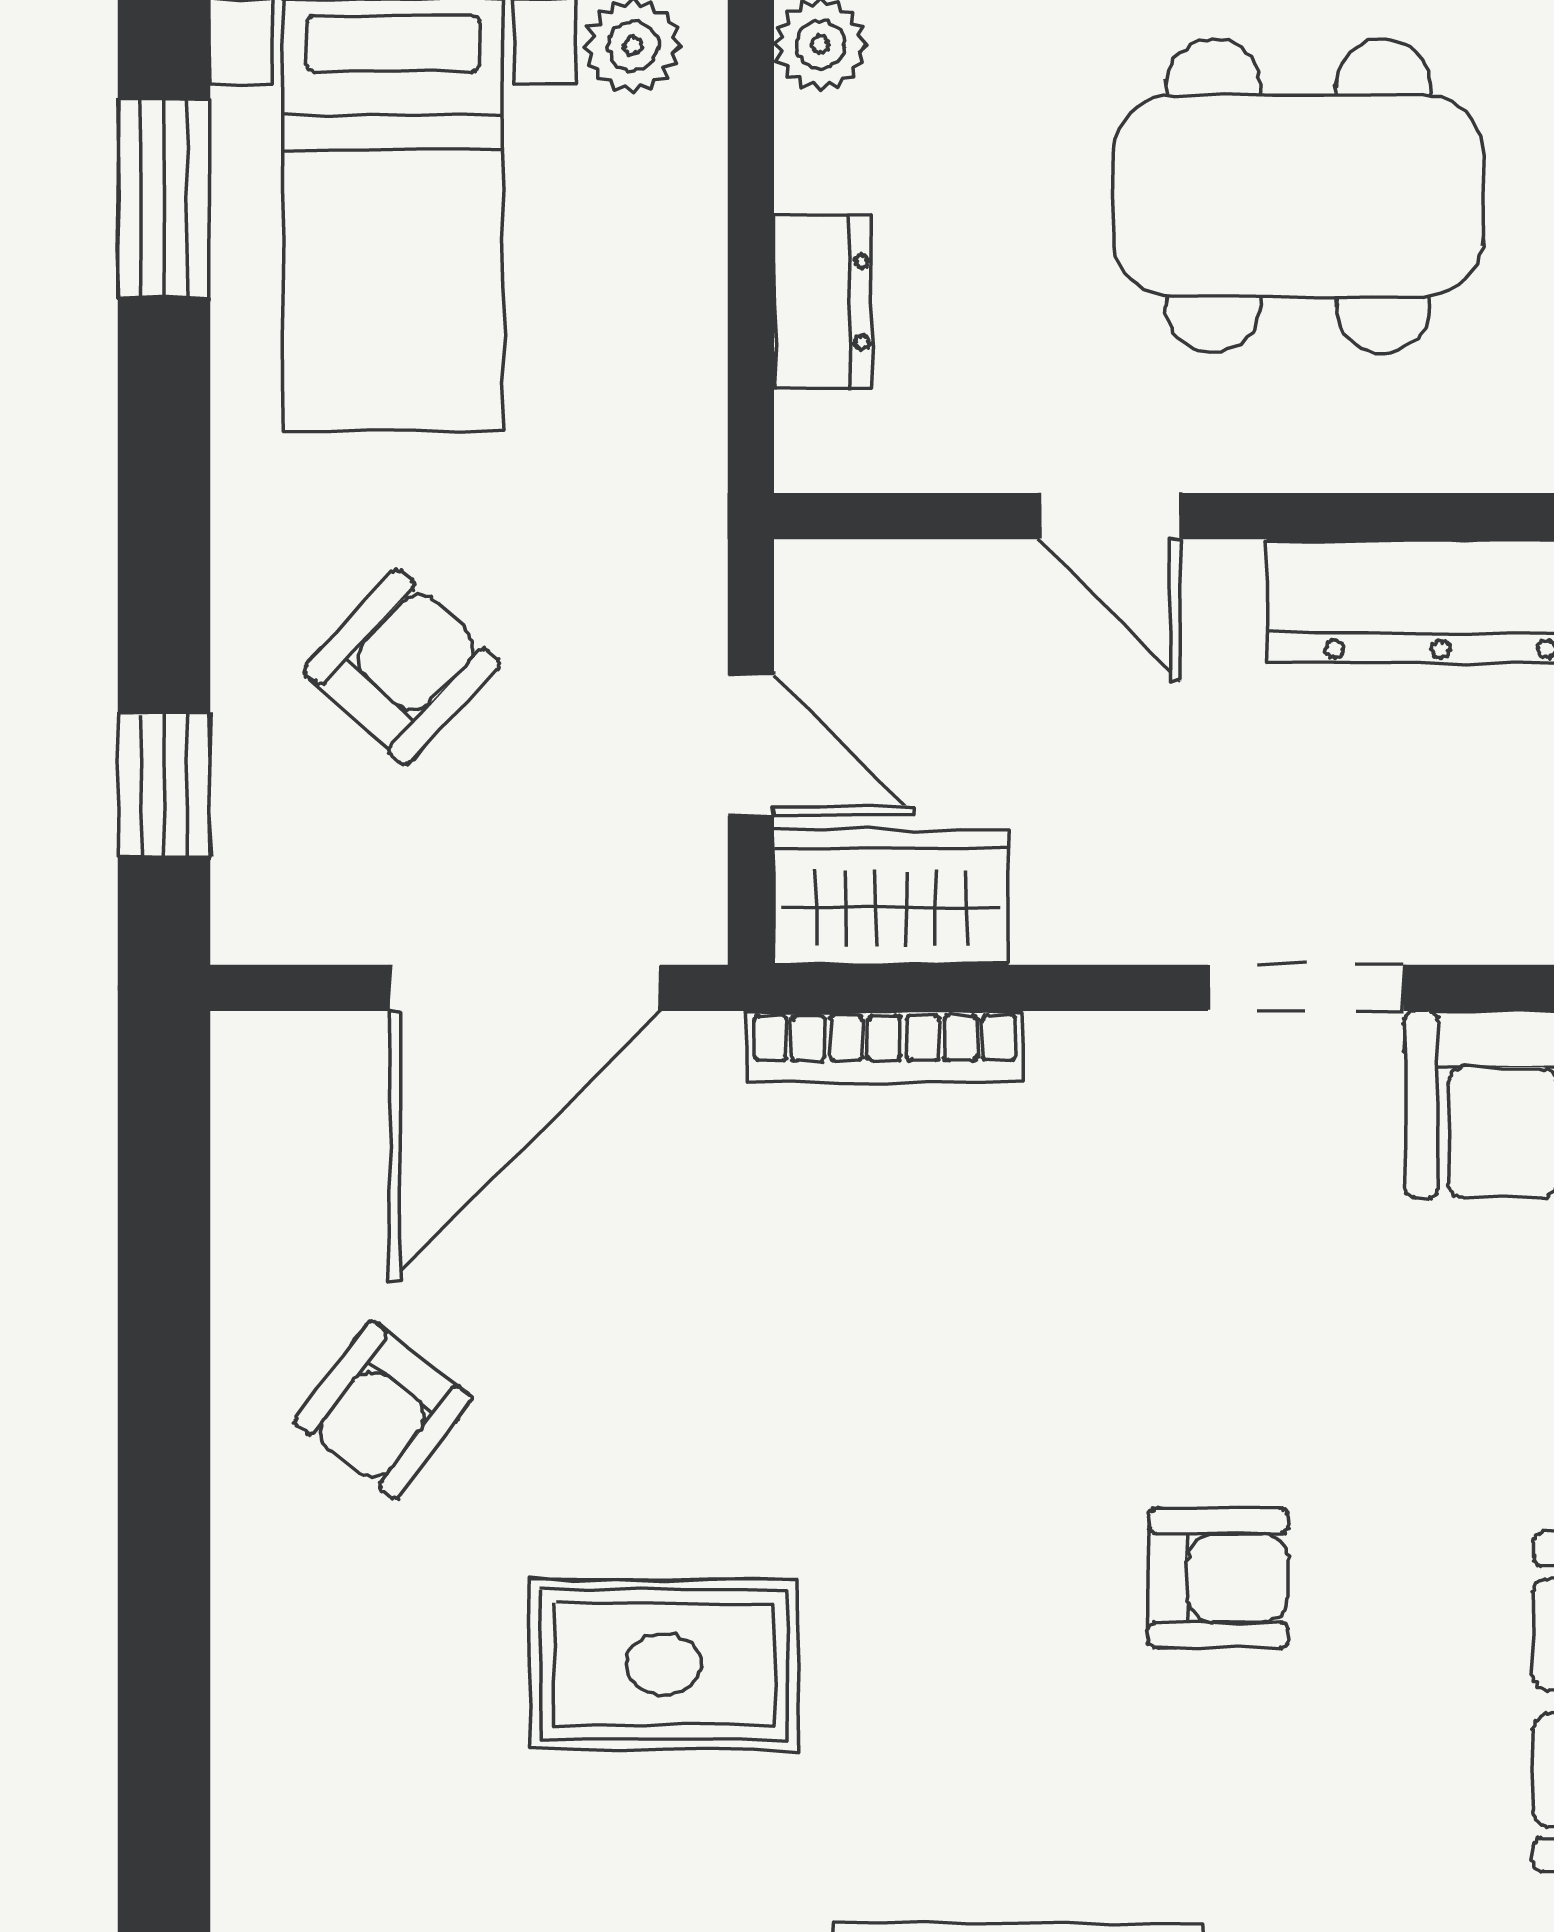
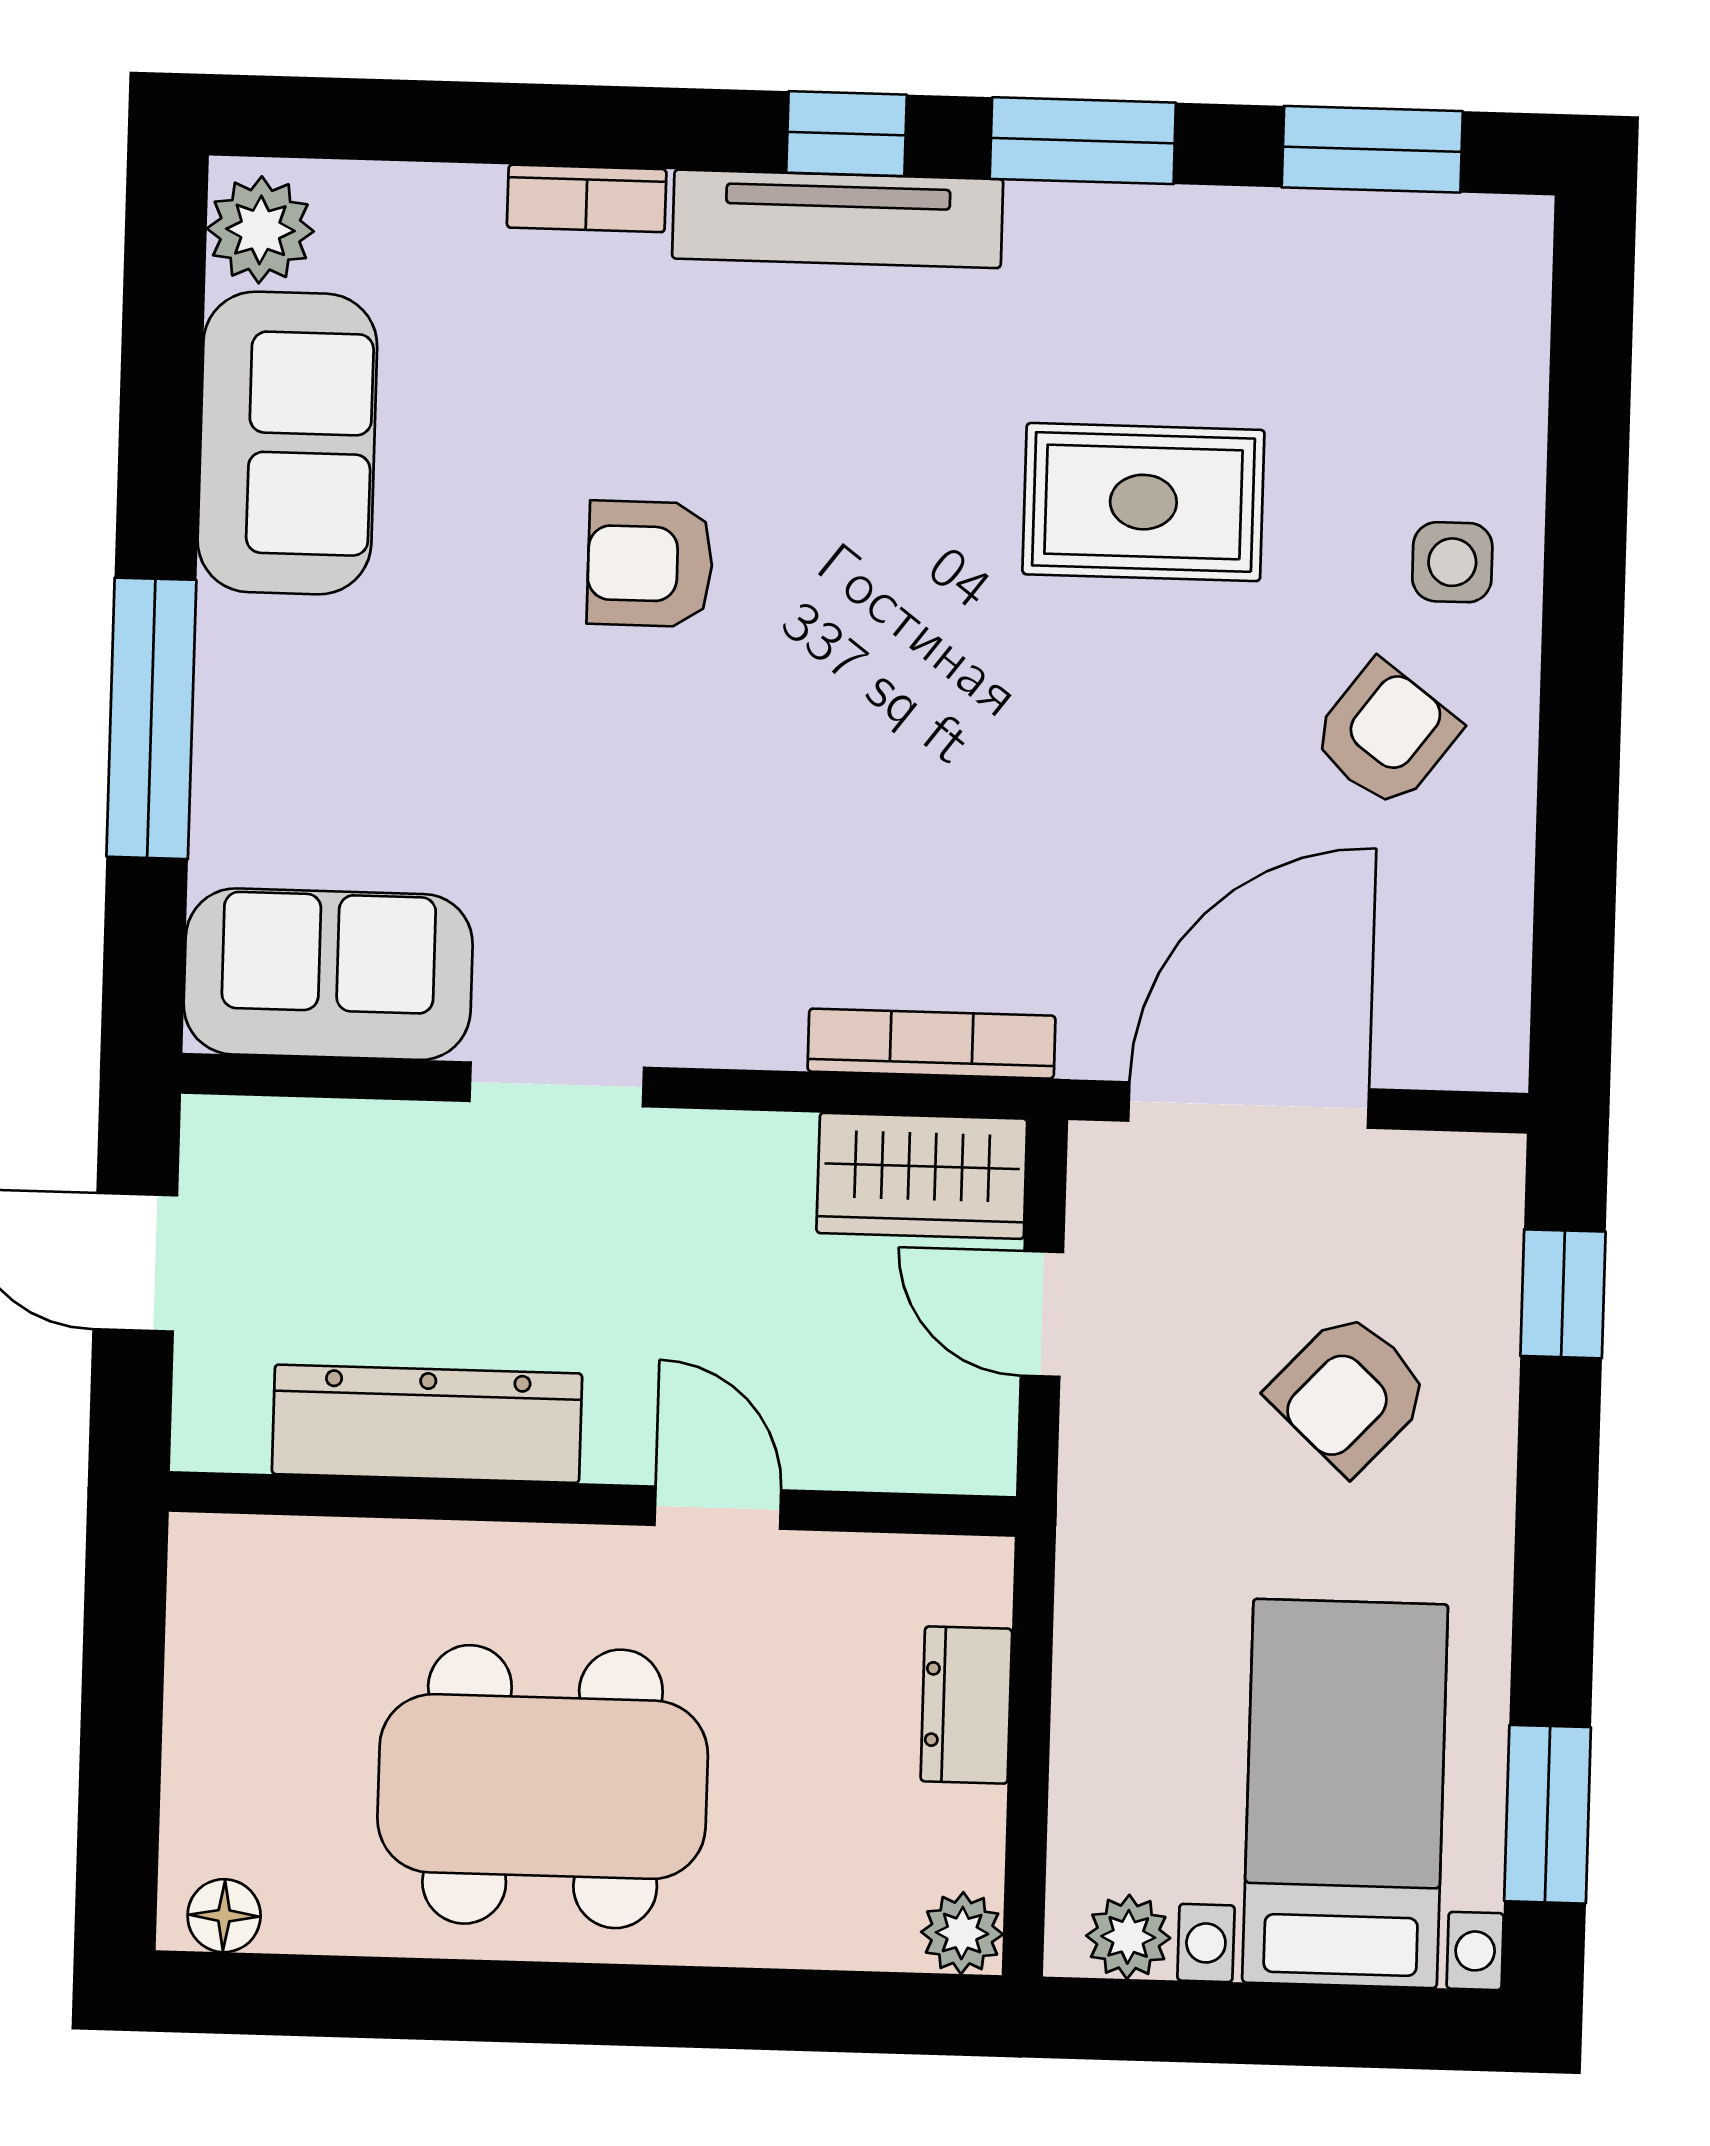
side table: (313, 1607) -> (1452, 562), added

